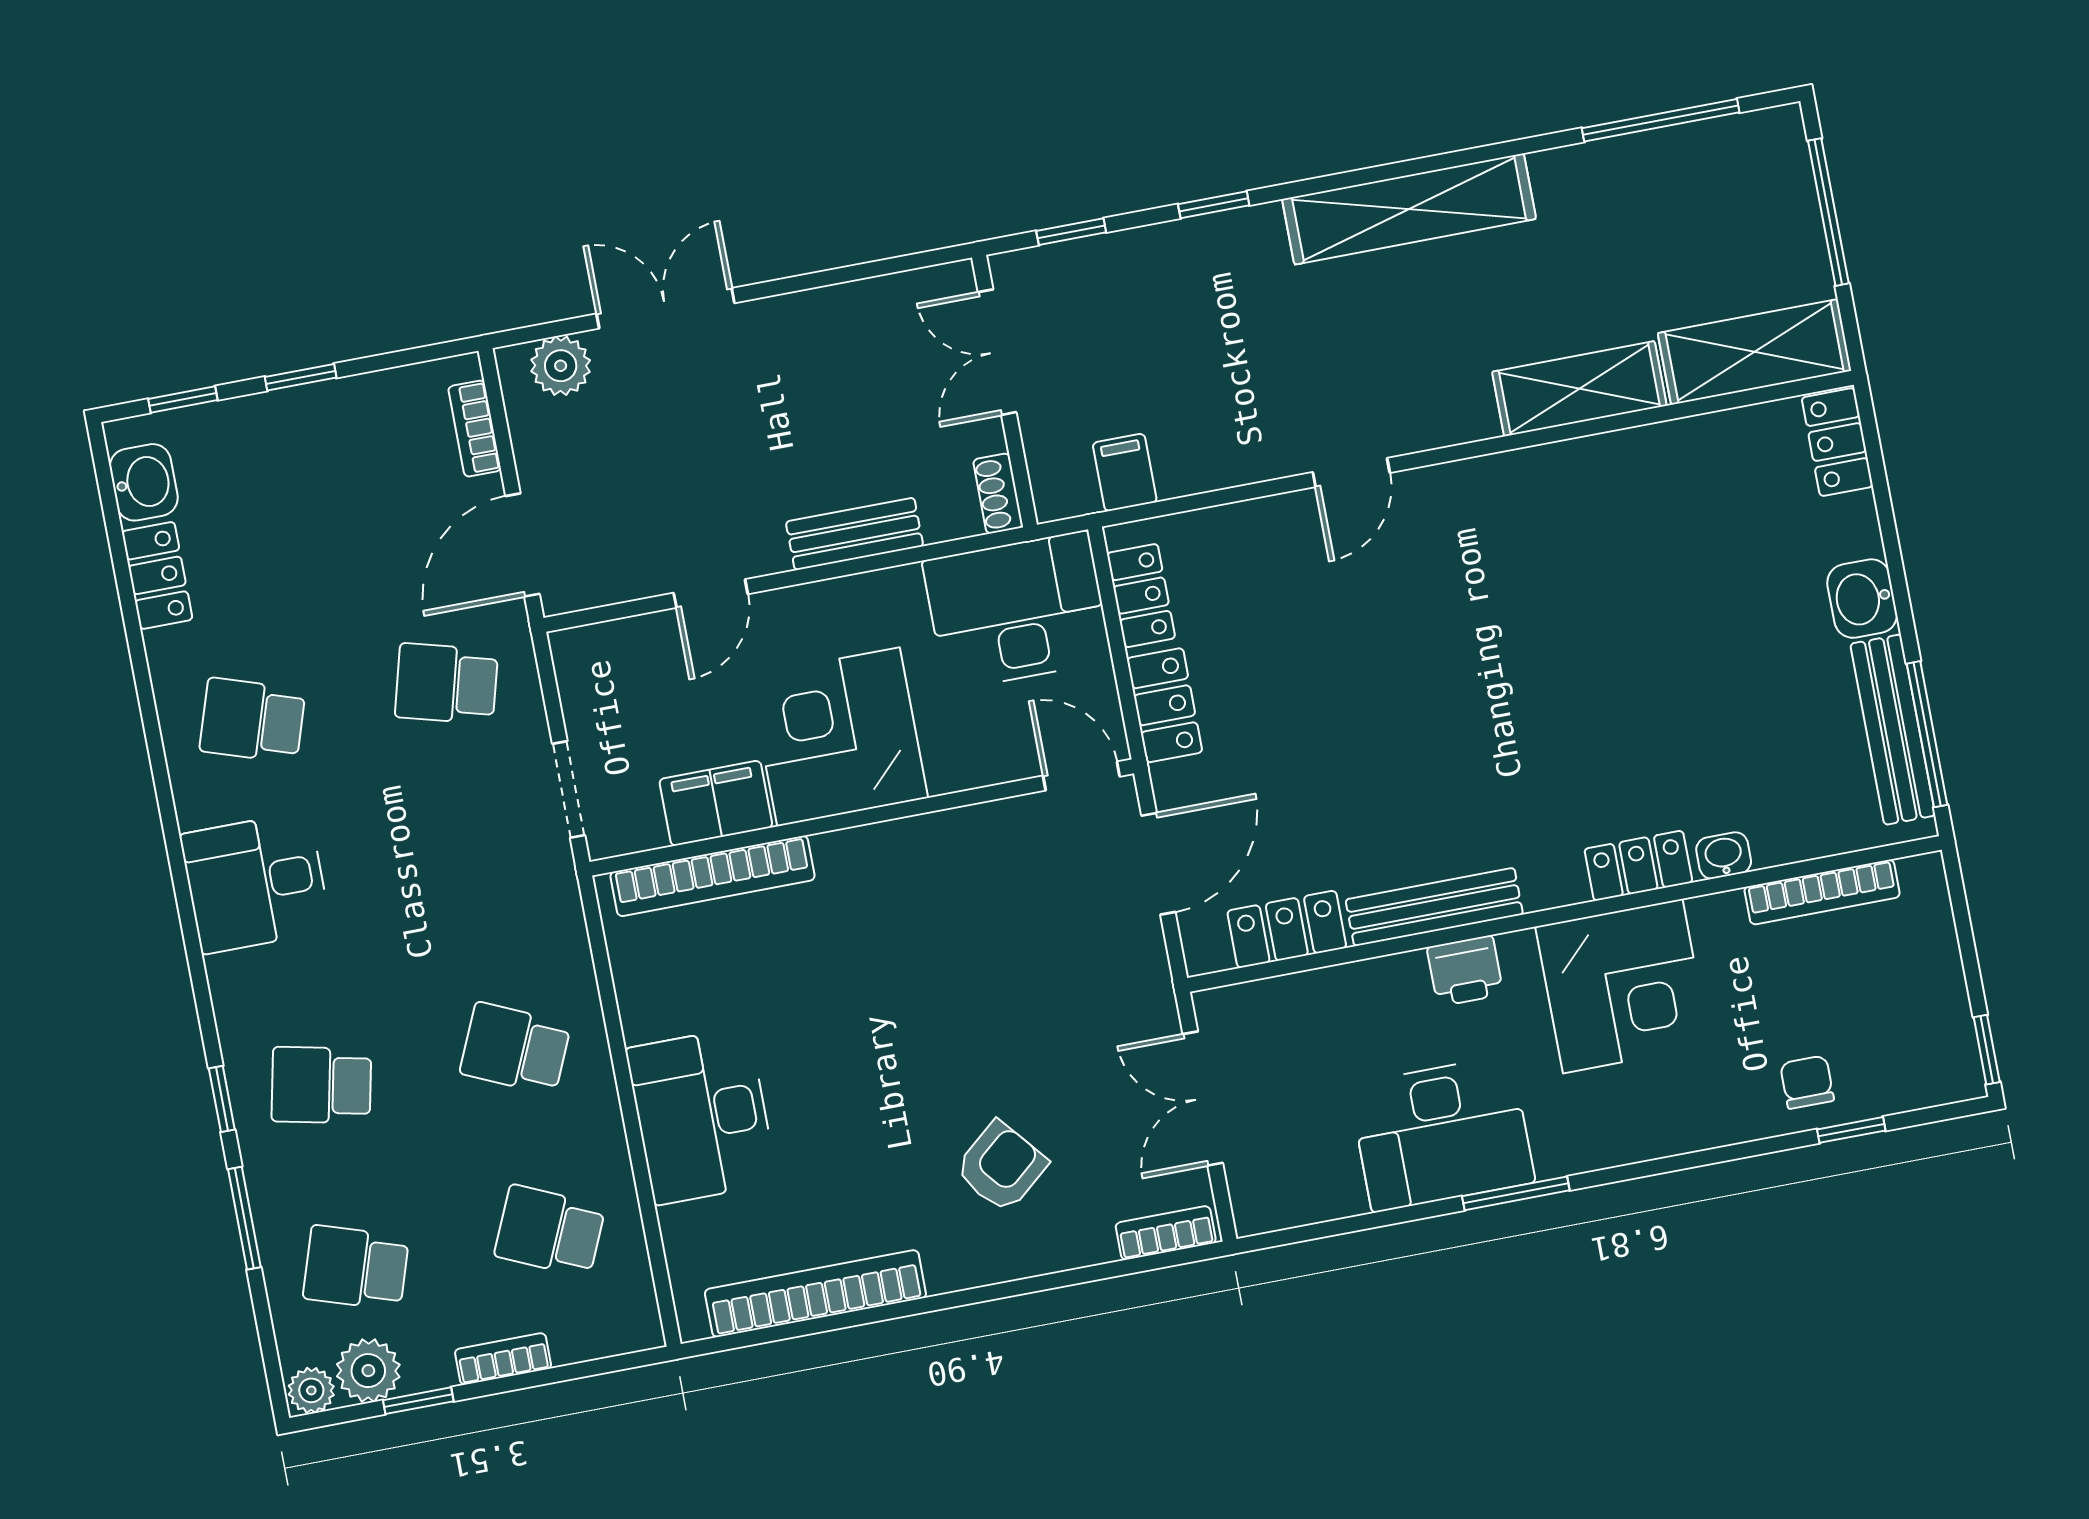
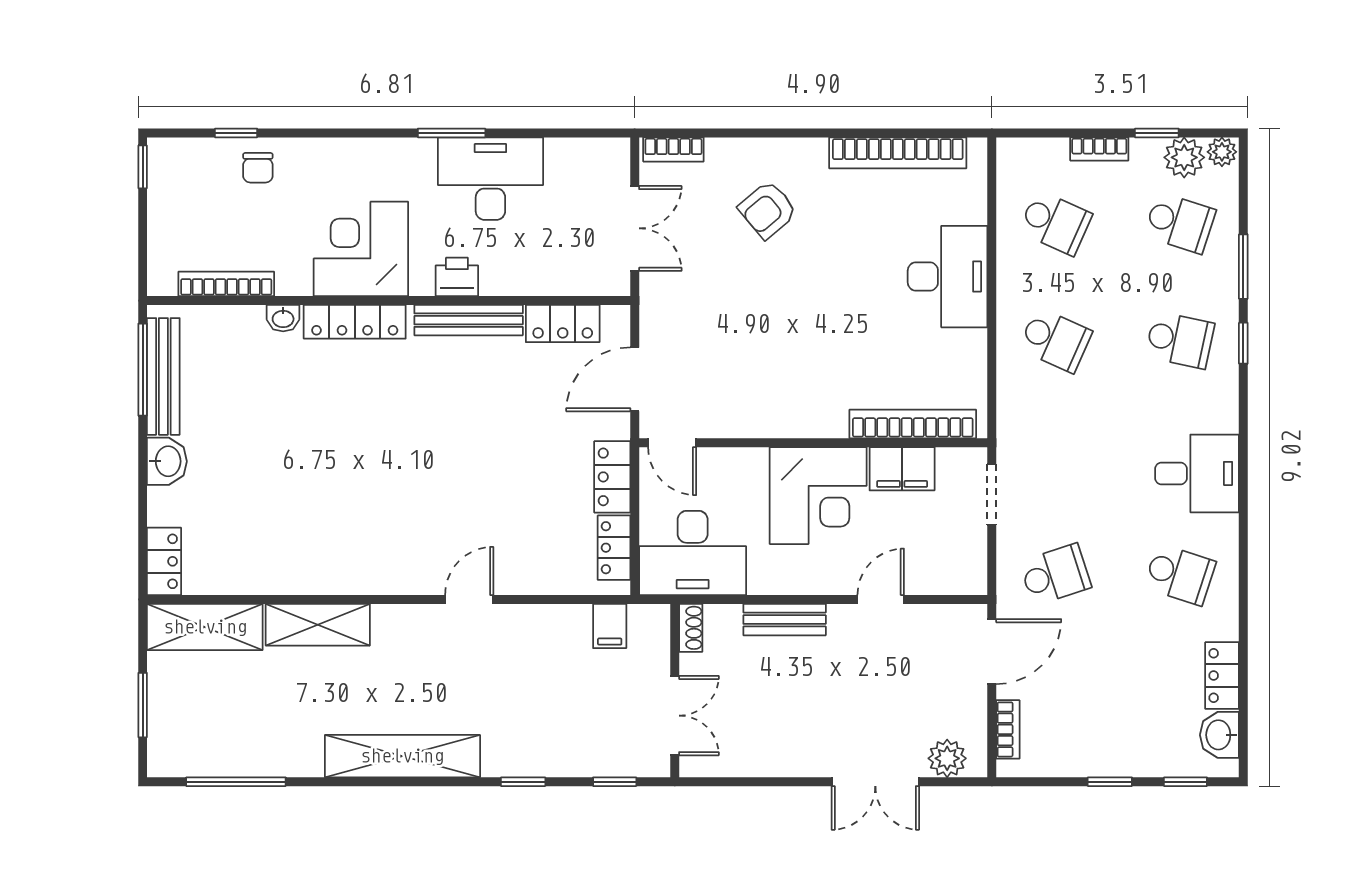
window: (1828, 212) -> (143, 705), width x0.69
school desk: (446, 684) -> (1055, 575), turned -33
locker: (1638, 866) -> (355, 322), width x1.53

